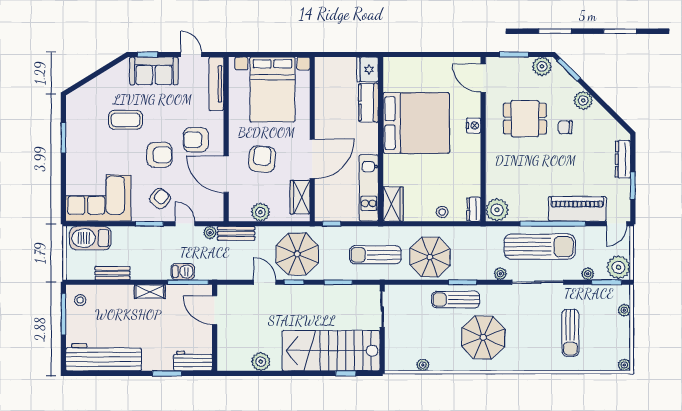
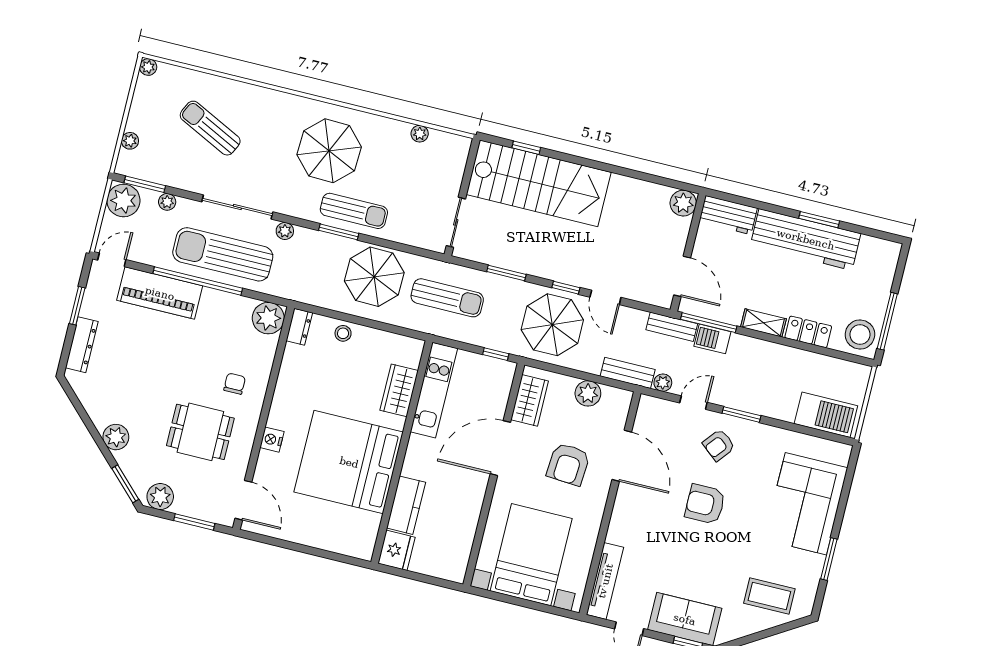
coffee table: (125, 120) -> (769, 596), moved
chair: (565, 127) -> (235, 384), moved, turned -90
armchair: (196, 140) -> (651, 512), removed
corner sofa: (98, 198) -> (806, 504), moved, turned 90
wardrobe: (393, 204) -> (399, 390), moved
door: (185, 224) -> (693, 403), swing flipped
bench: (113, 273) -> (672, 327), moved
locker: (117, 293) -> (808, 332), added
stool: (80, 300) -> (860, 335), width x1.89, depth x1.89
sun lounger: (570, 333) -> (210, 128), turned -64
workbench: (104, 357) -> (806, 239), moved
plant: (261, 362) -> (683, 203), moved
window: (167, 373) -> (819, 220), moved

